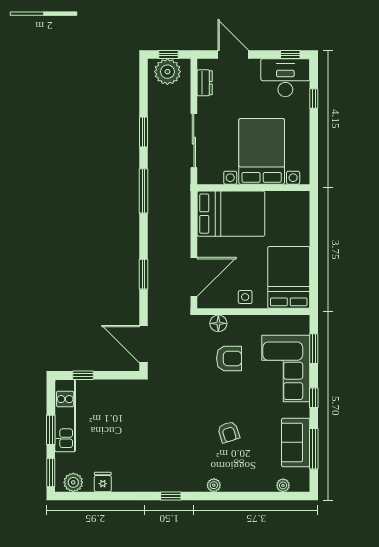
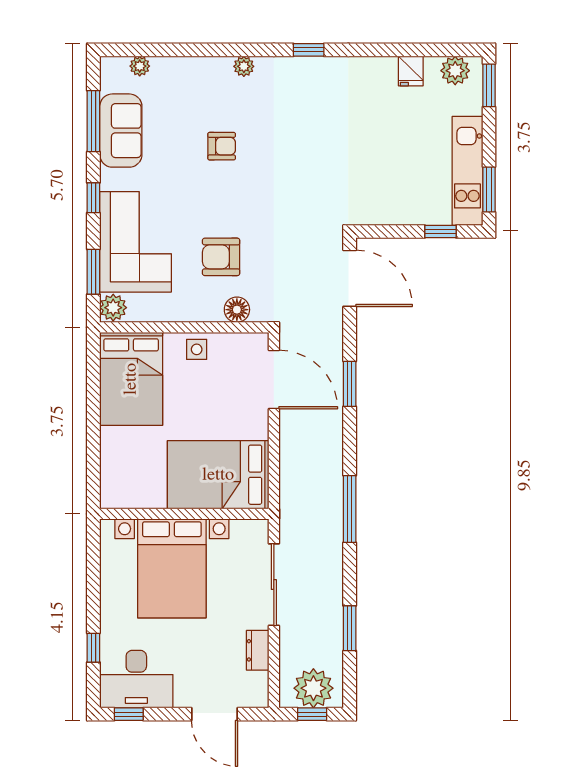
dresser: (205, 83) -> (258, 650), moved
window: (143, 132) -> (350, 628), moved
door: (194, 277) -> (274, 380), swing flipped
plant: (301, 325) -> (113, 308), added
window: (51, 430) -> (489, 189), moved
armchair: (229, 432) -> (222, 146), turned 108

